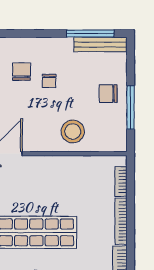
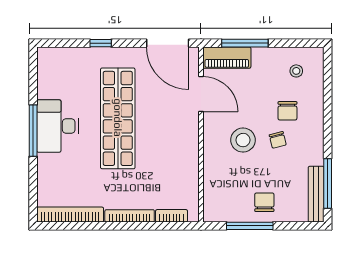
chair: (21, 72) -> (287, 111), turned 90
chair: (49, 81) -> (278, 140), turned -105
stool: (73, 131) -> (243, 140), moved

